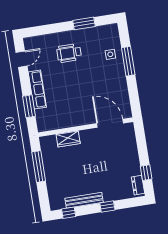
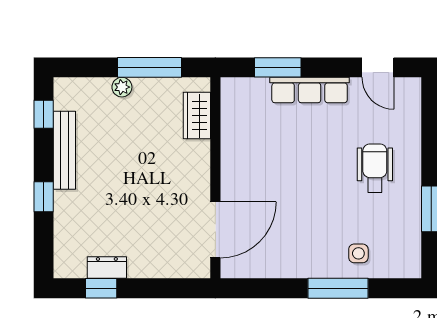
wardrobe: (68, 139) -> (197, 116), moved
plant: (50, 178) -> (122, 87), added
dresser: (138, 185) -> (107, 267), moved

